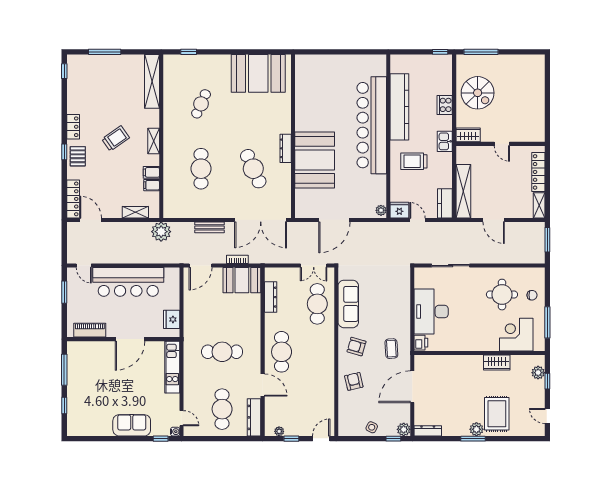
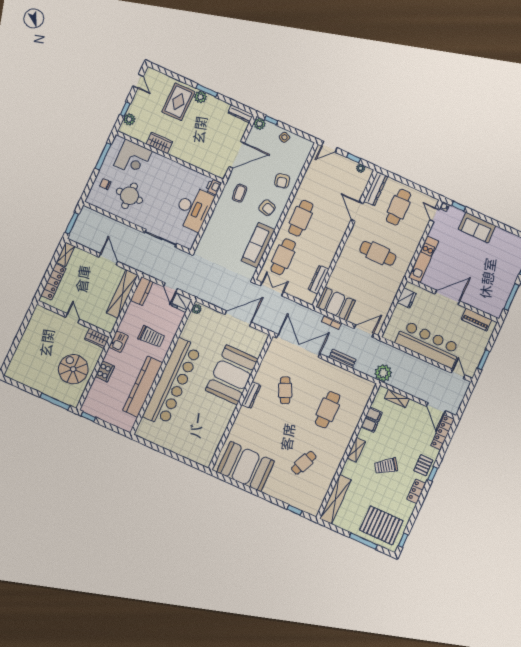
pallet: (93, 76) -> (381, 525), added
cafe table: (253, 169) -> (285, 390), width x0.73, depth x0.74
cafe table: (282, 352) -> (301, 218), moved

